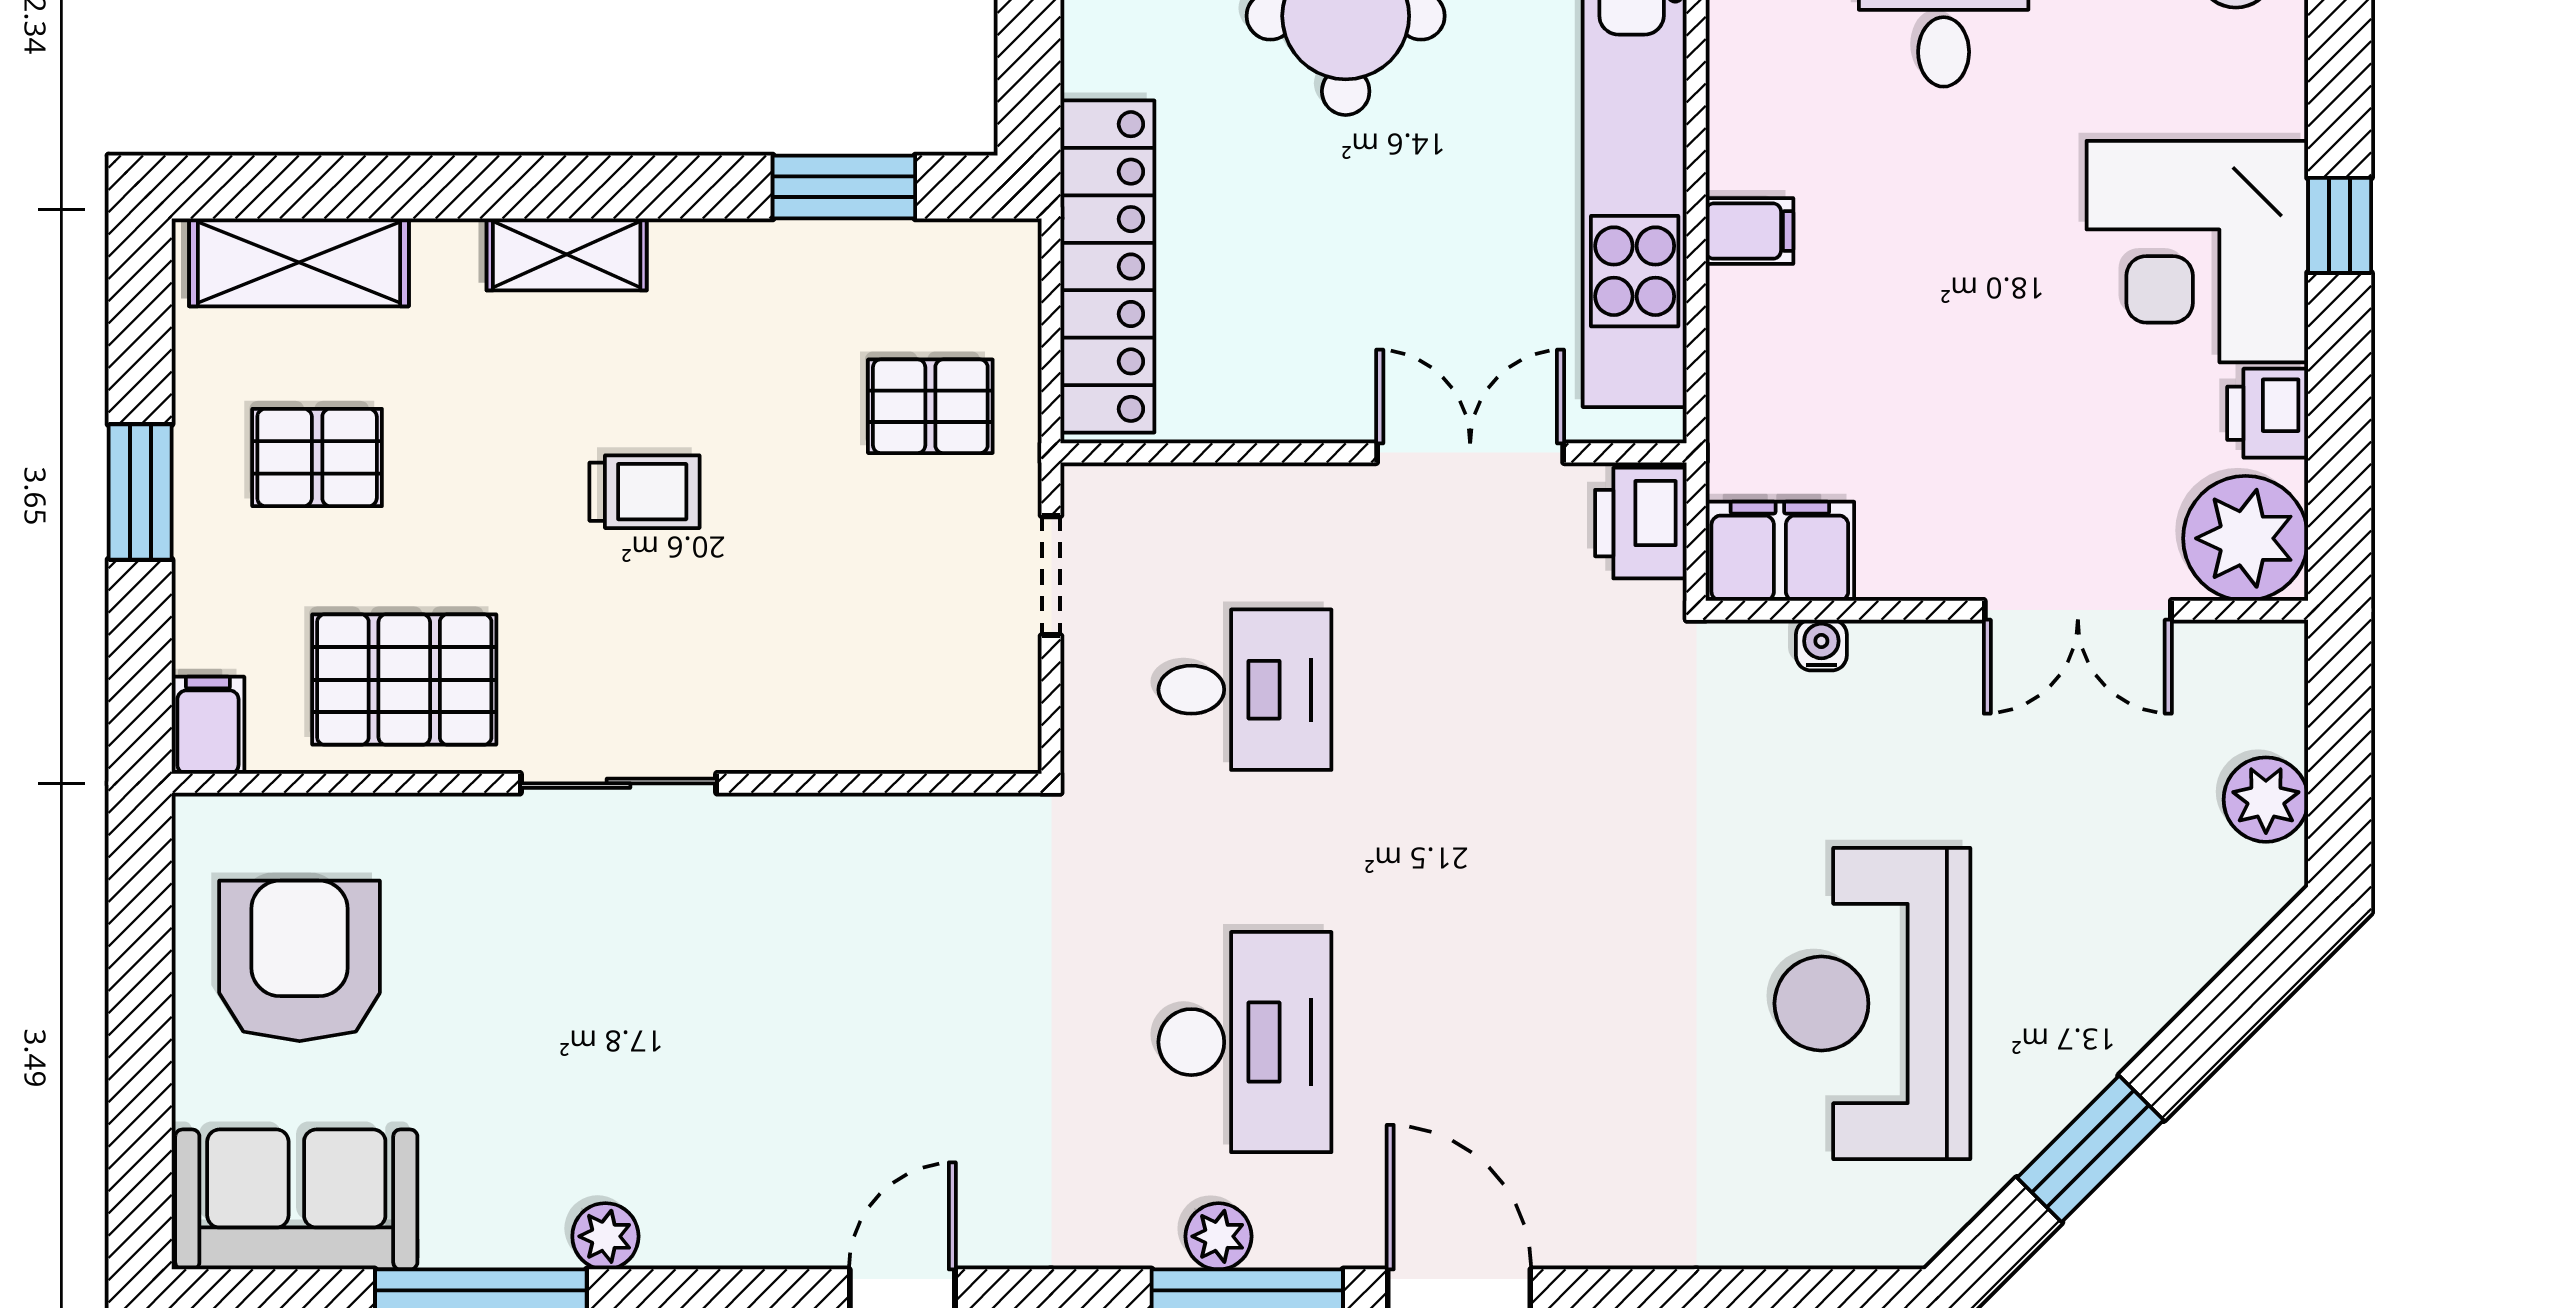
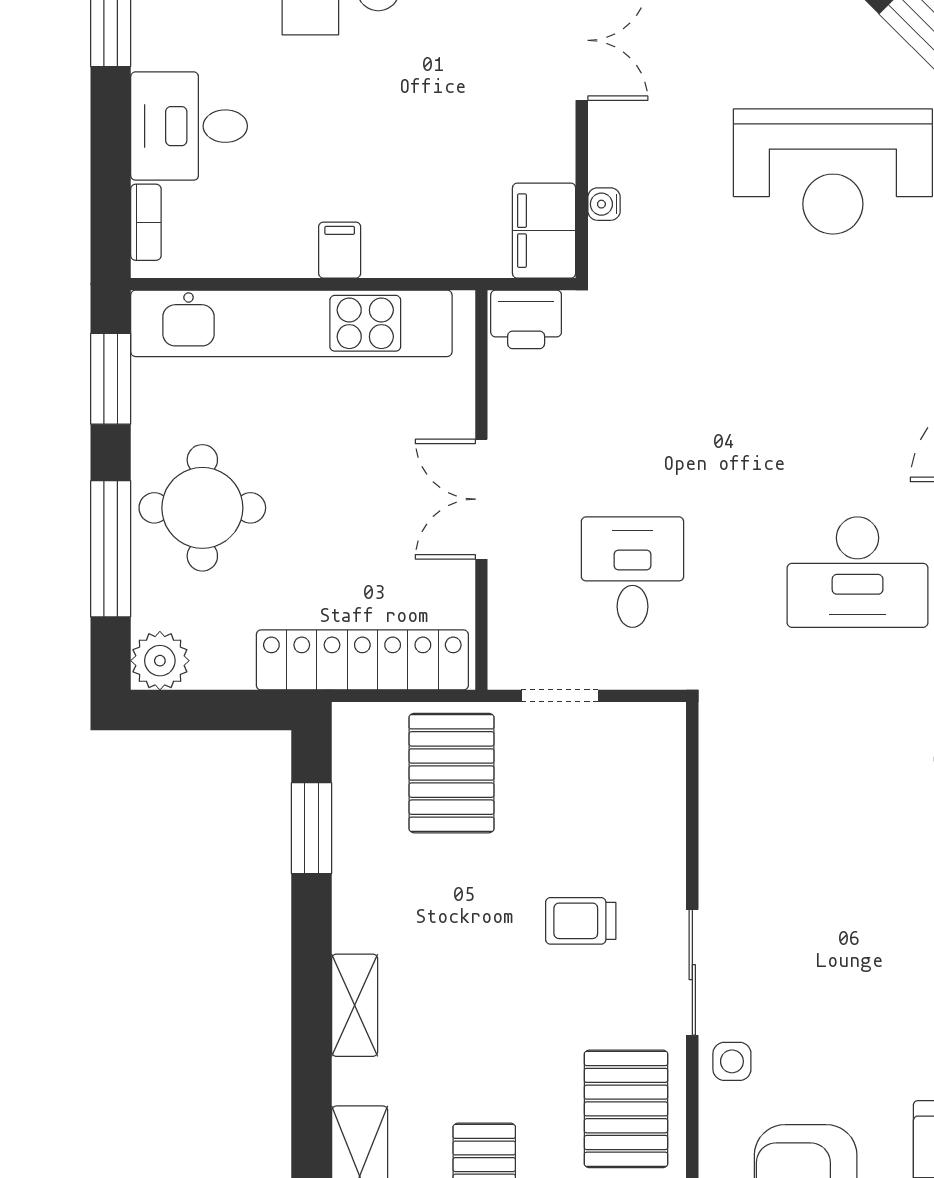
pallet: (930, 406) -> (452, 773), width x1.50, depth x1.42
double door: (1470, 453) -> (481, 499), moved
trolley: (645, 492) -> (581, 921), moved, turned -90
side table: (479, 845) -> (732, 1061), added
desk: (1245, 1042) -> (858, 572), turned 180

